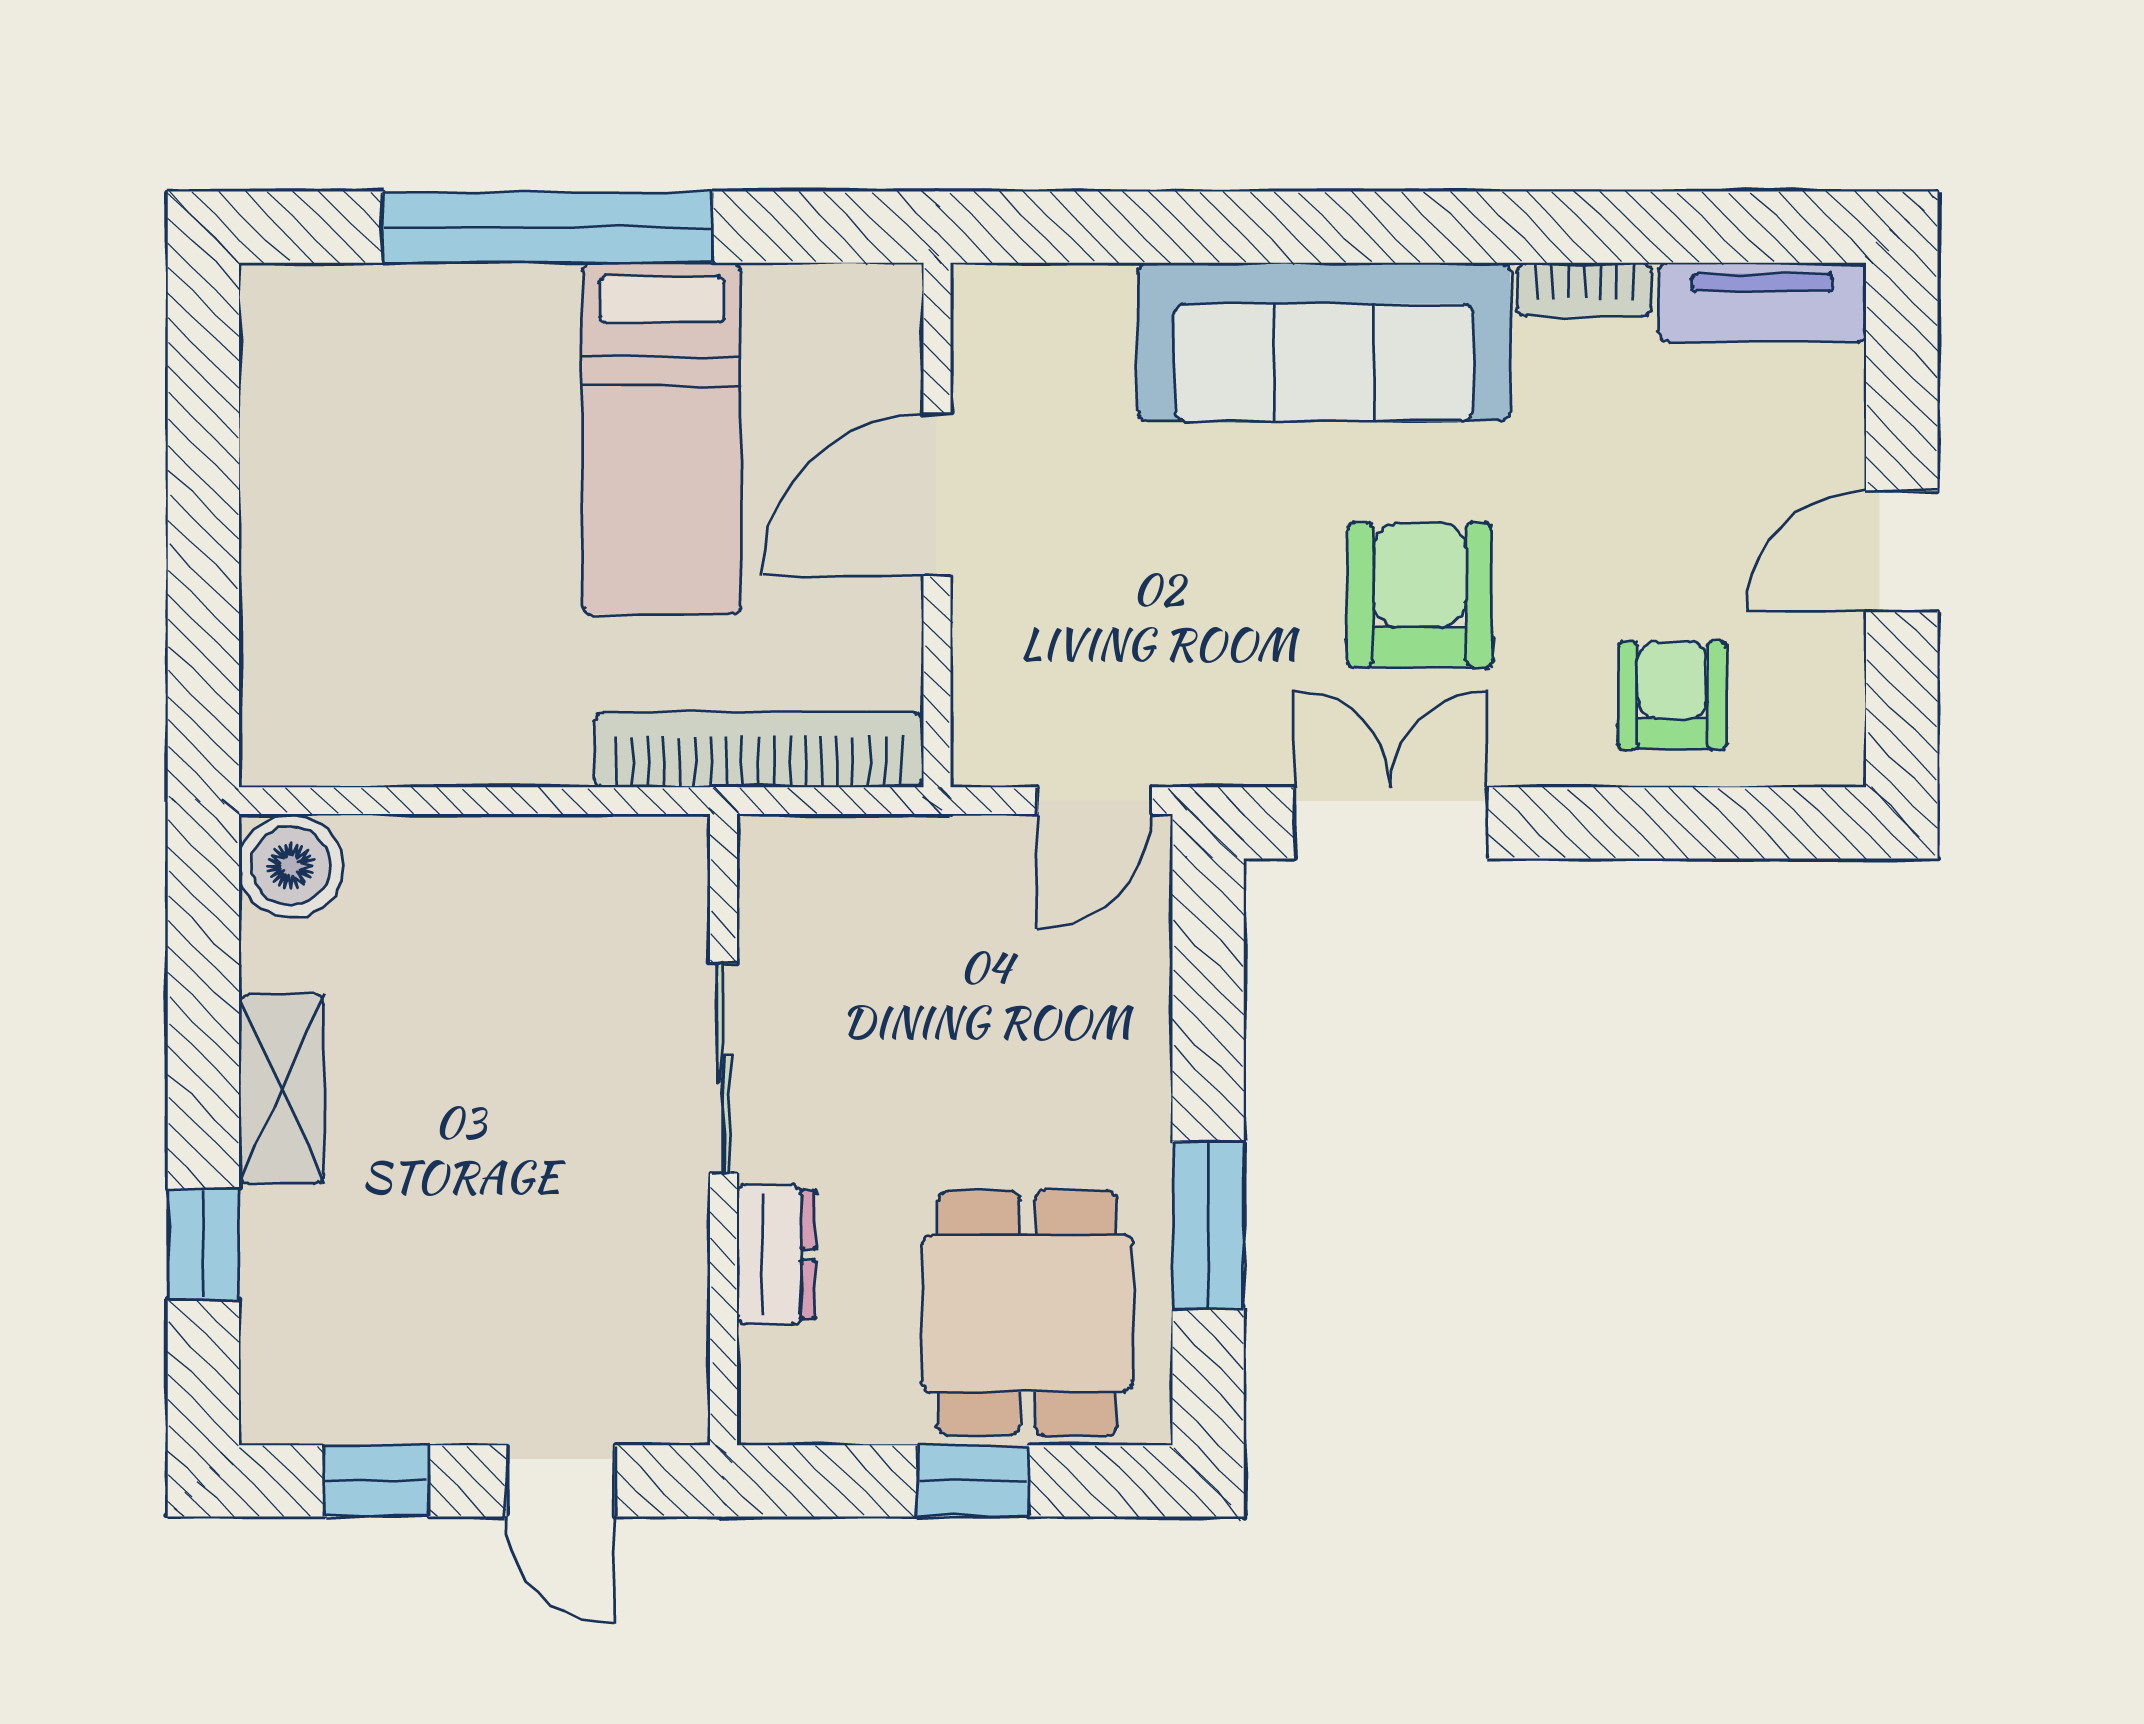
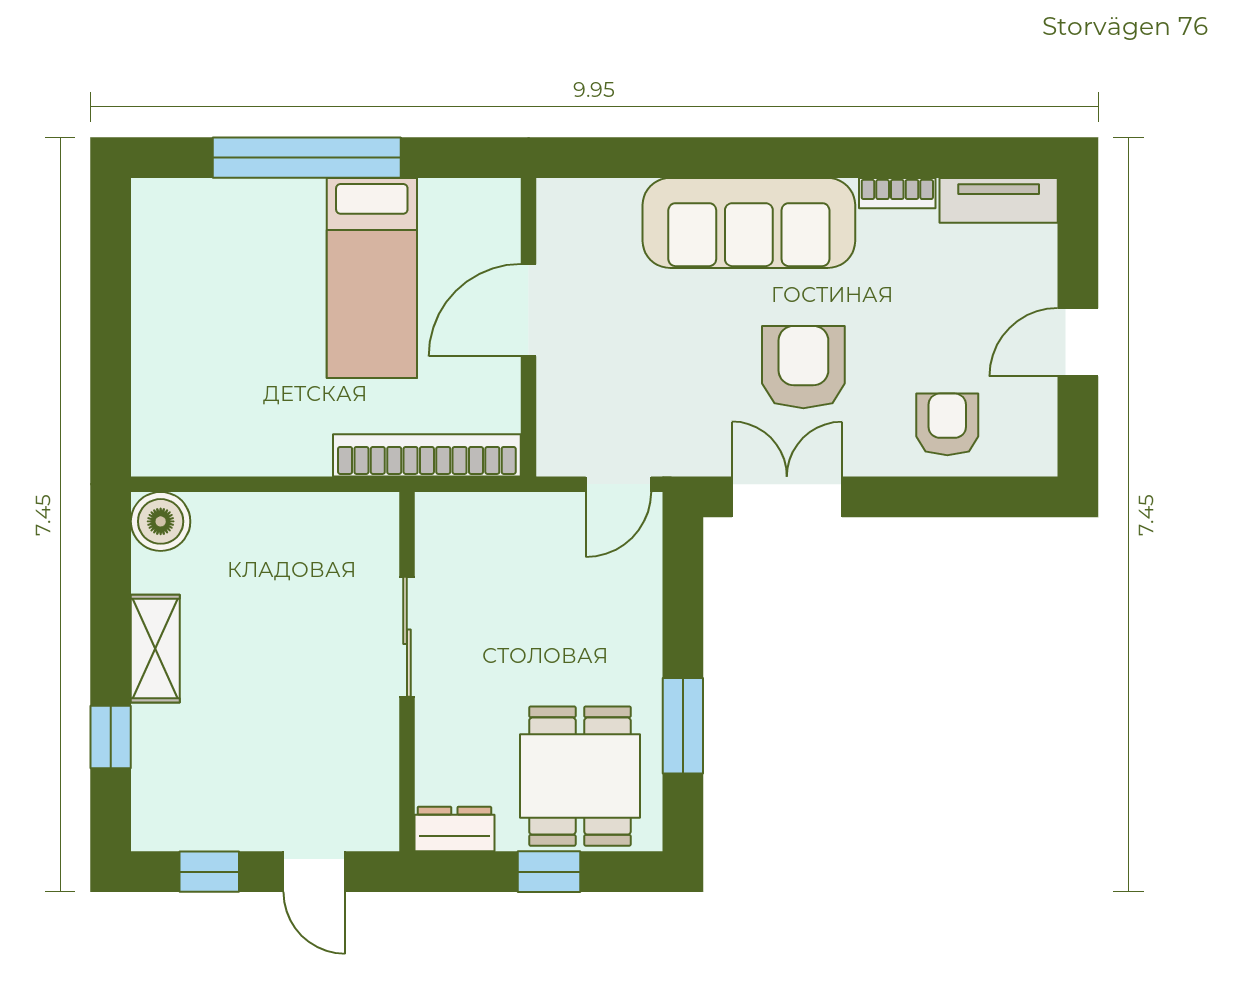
dresser: (776, 1255) -> (454, 829), moved, turned -90

